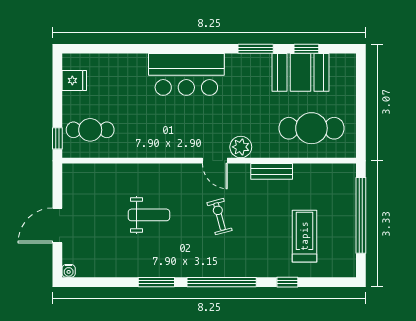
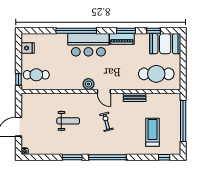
window: (164, 49) -> (76, 31), added
piano: (248, 64) -> (122, 39), added
booth: (301, 72) -> (165, 44), moved
plant: (241, 147) -> (88, 84), moved
window: (287, 282) -> (164, 157), moved

